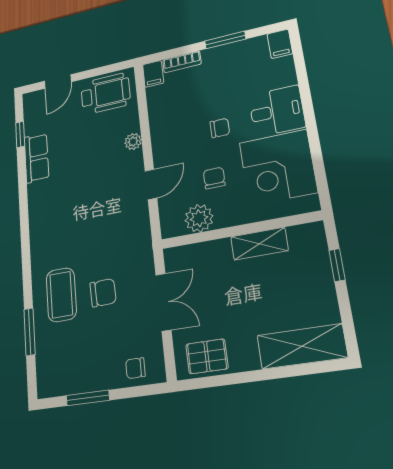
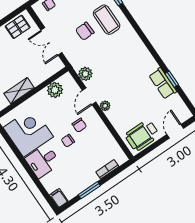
filing cabinet: (153, 74) -> (120, 157), removed
window: (20, 134) -> (172, 79), moved
plant: (133, 141) -> (105, 106), moved
chair: (214, 178) -> (79, 125), moved
plant: (138, 223) -> (85, 74), added

